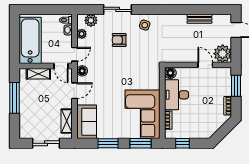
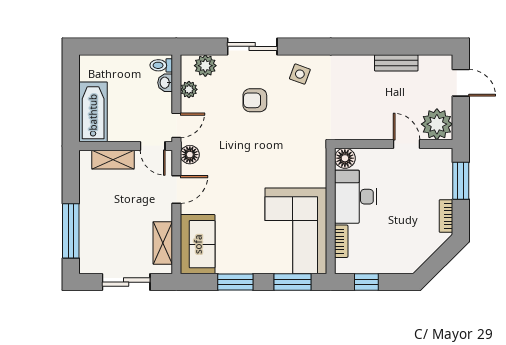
bathtub: (30, 40) -> (93, 112), width x0.73, depth x0.73
window: (14, 98) -> (71, 231), moved

